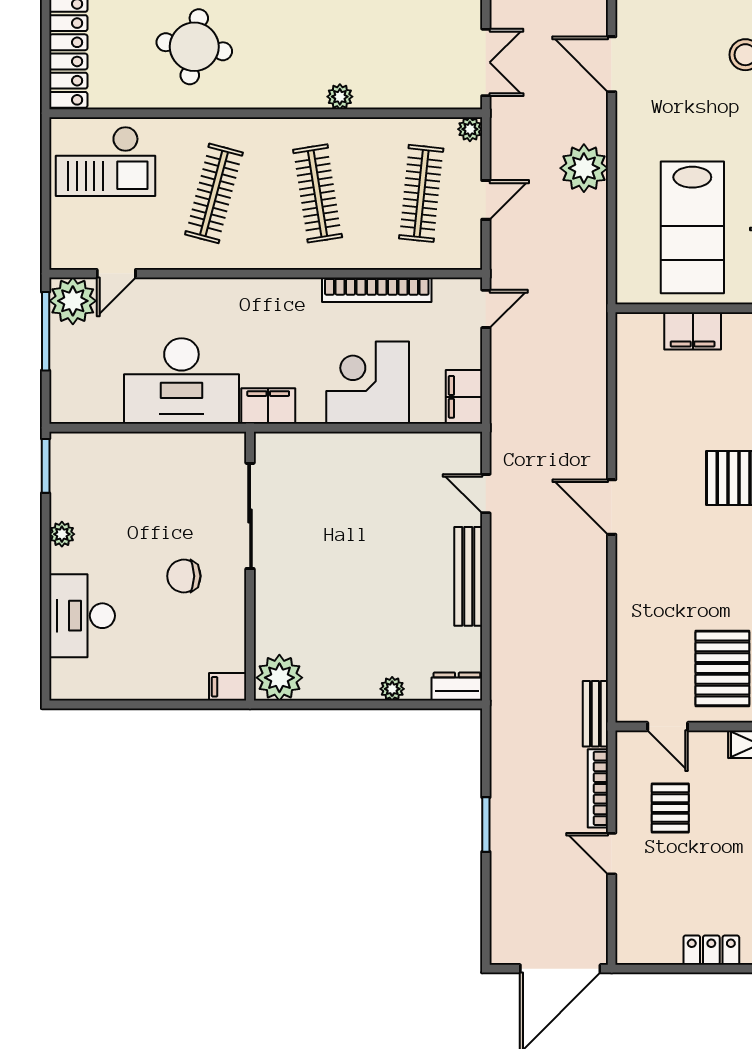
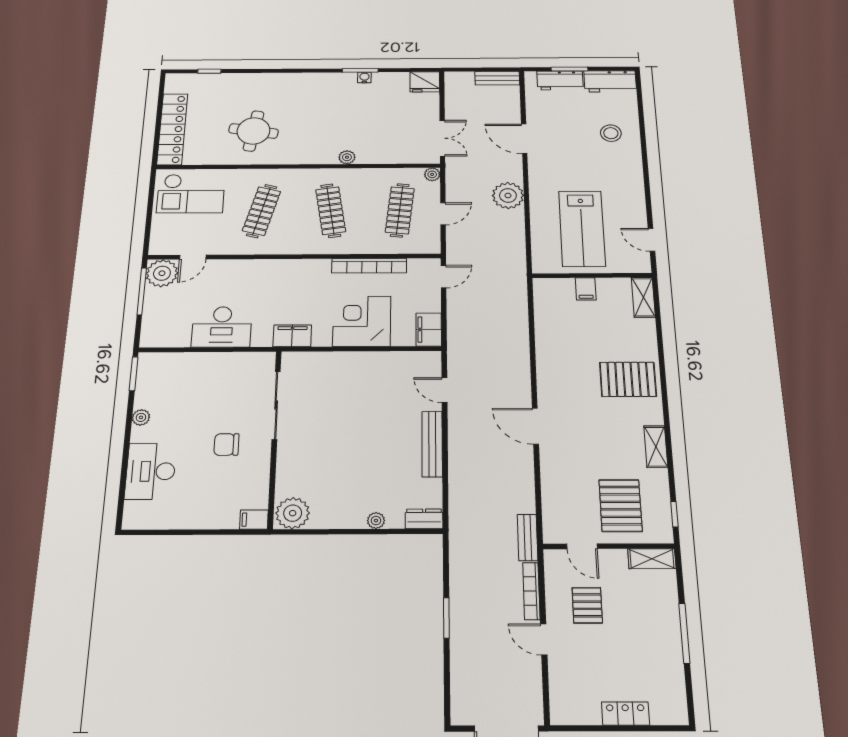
filing cabinet: (693, 331) -> (586, 289), width x0.50
desk: (181, 381) -> (222, 327), width x0.73, depth x0.77
door: (612, 507) -> (535, 426), moved

